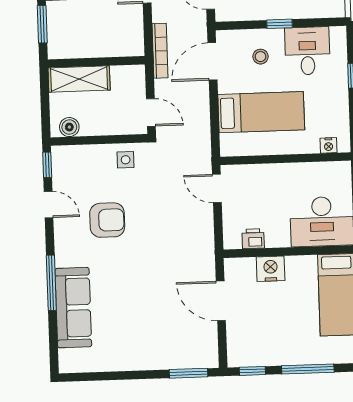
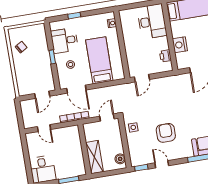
door: (49, 205) -> (162, 164), hinge flipped

